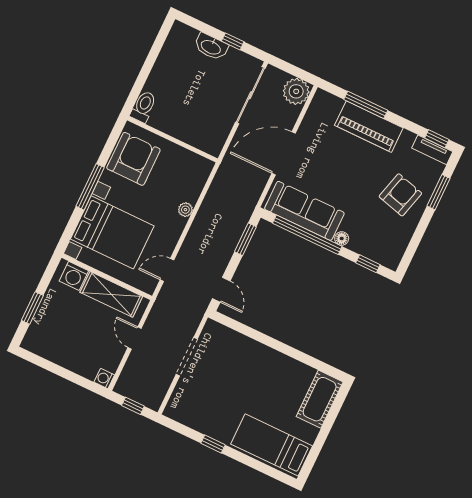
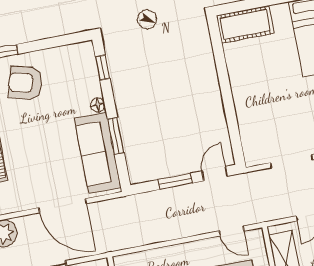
plant: (185, 210) -> (170, 253), removed
window: (307, 235) -> (116, 136), width x0.47
window: (245, 239) -> (175, 181), moved

